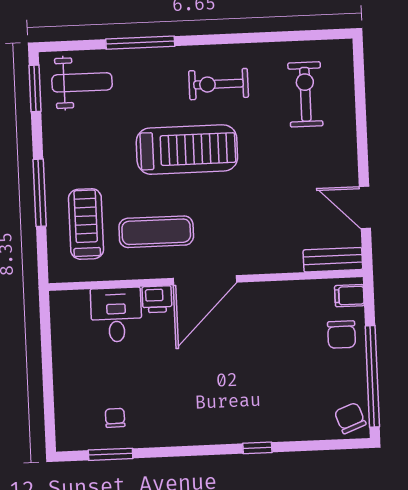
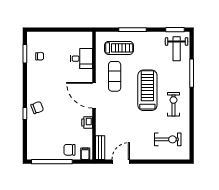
treadmill: (187, 150) -> (147, 90), turned 180
printer: (157, 299) -> (87, 122), moved
chair: (350, 418) -> (37, 108), moved

